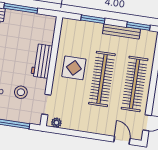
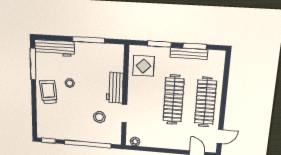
window: (138, 26) -> (195, 46), moved
display table: (74, 68) -> (143, 66), moved
doorway: (46, 105) -> (124, 113), moved

